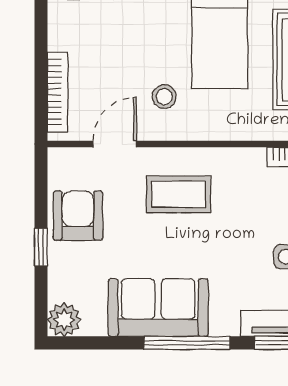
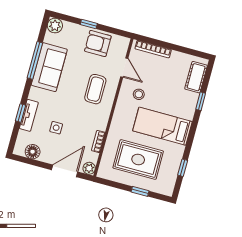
armchair: (78, 216) -> (98, 44), turned 180
window: (187, 343) -> (35, 60), moved

